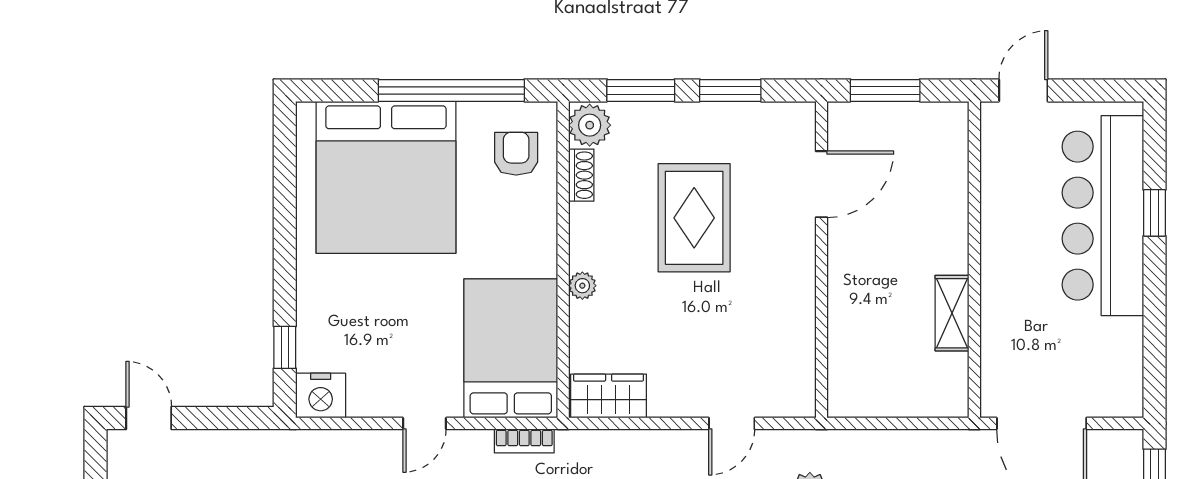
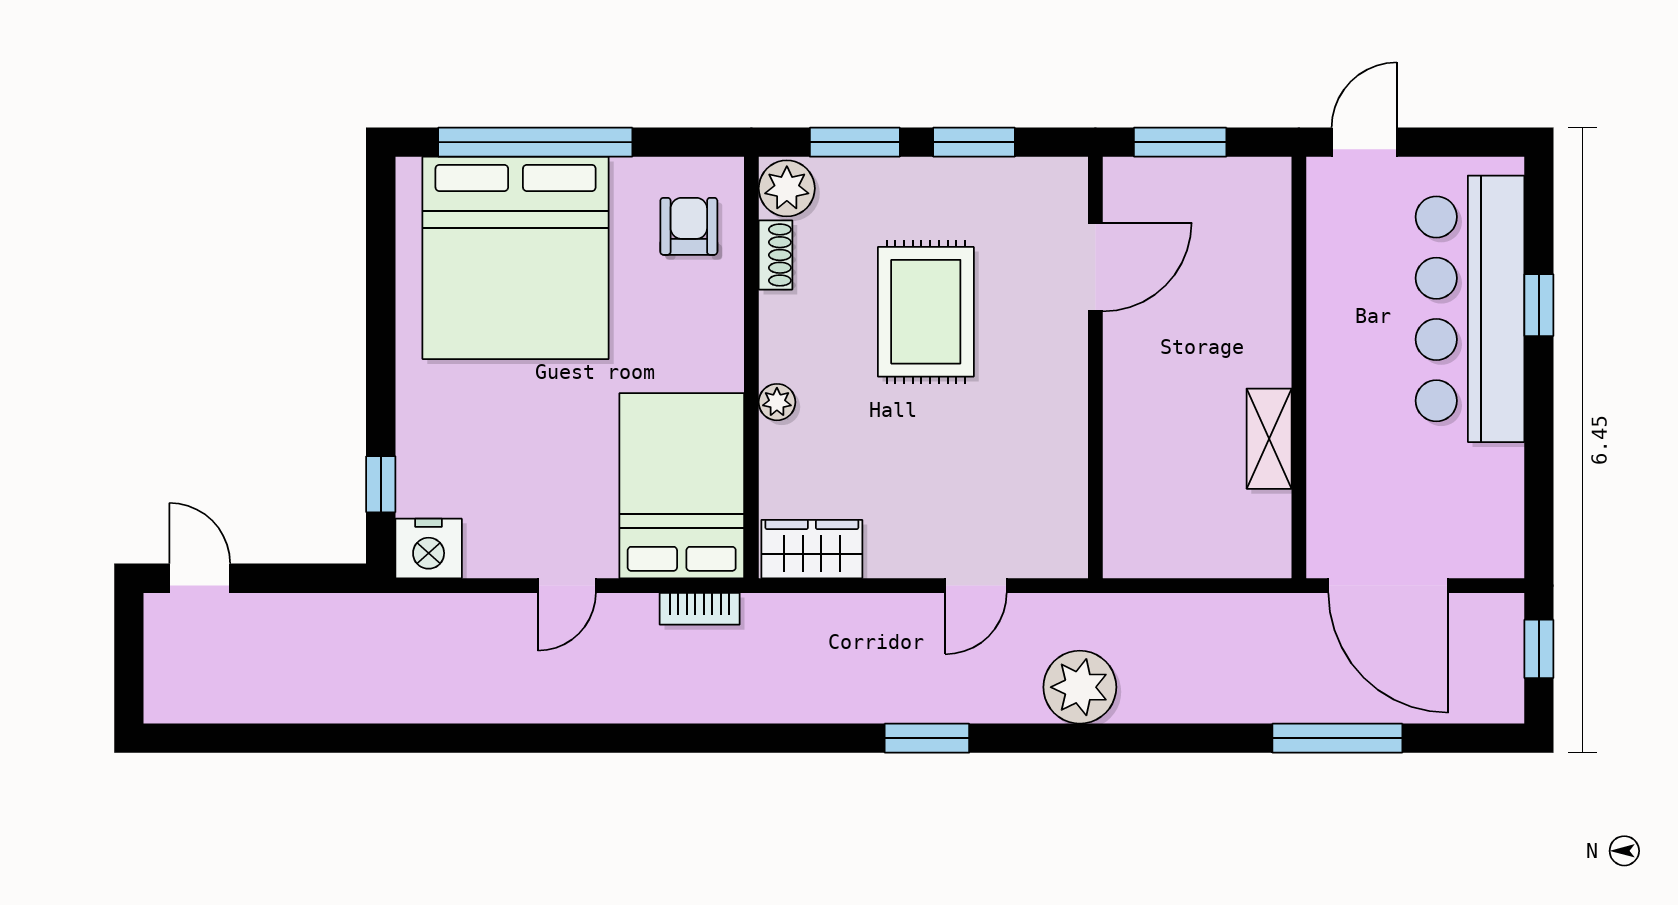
window: (451, 90) -> (535, 142), moved

